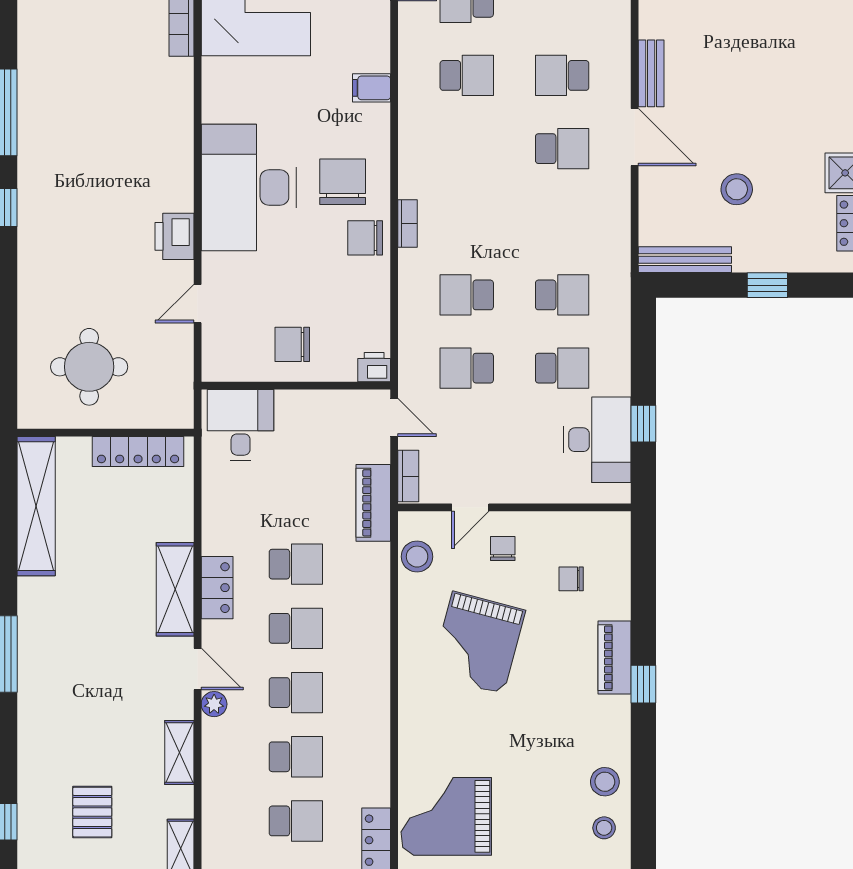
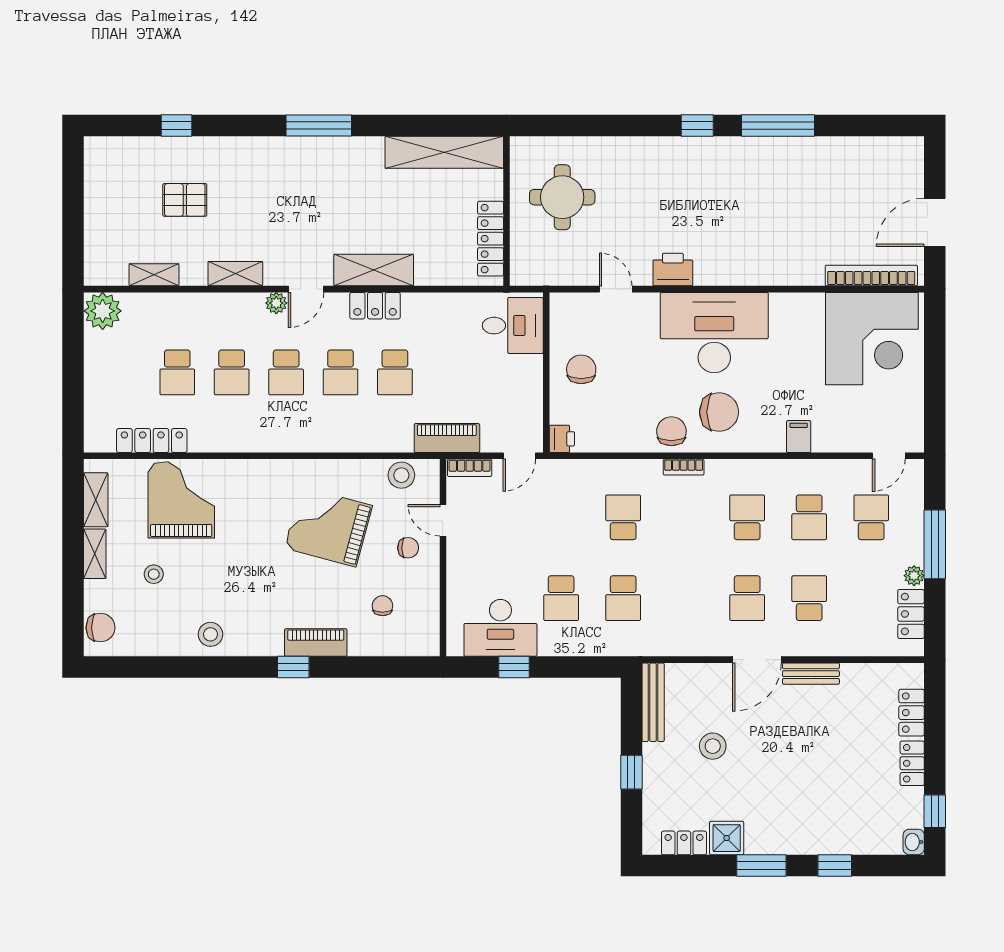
school desk: (467, 368) -> (747, 517), moved
stool: (604, 828) -> (154, 574), moved

